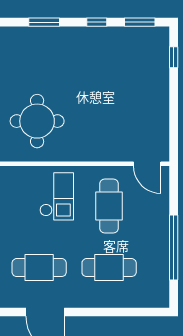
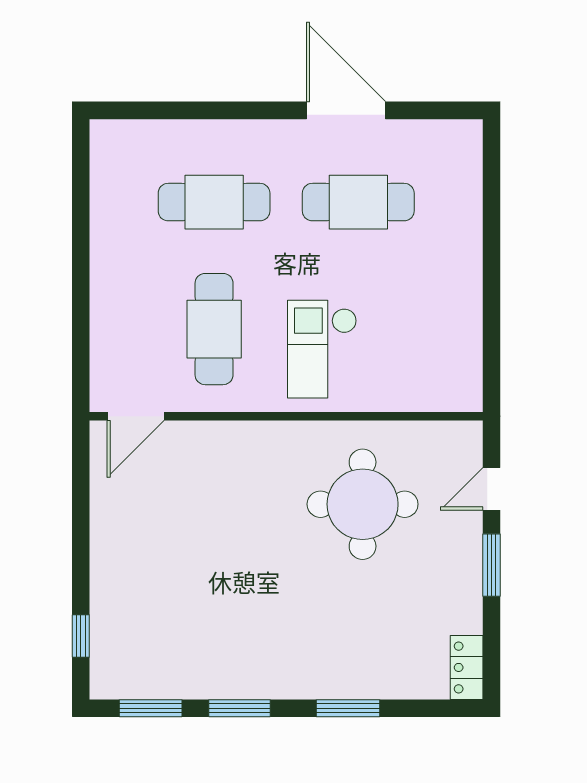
window: (97, 22) -> (240, 708), width x1.50
door: (147, 164) -> (136, 416), swing flipped
window: (174, 248) -> (81, 243), removed

